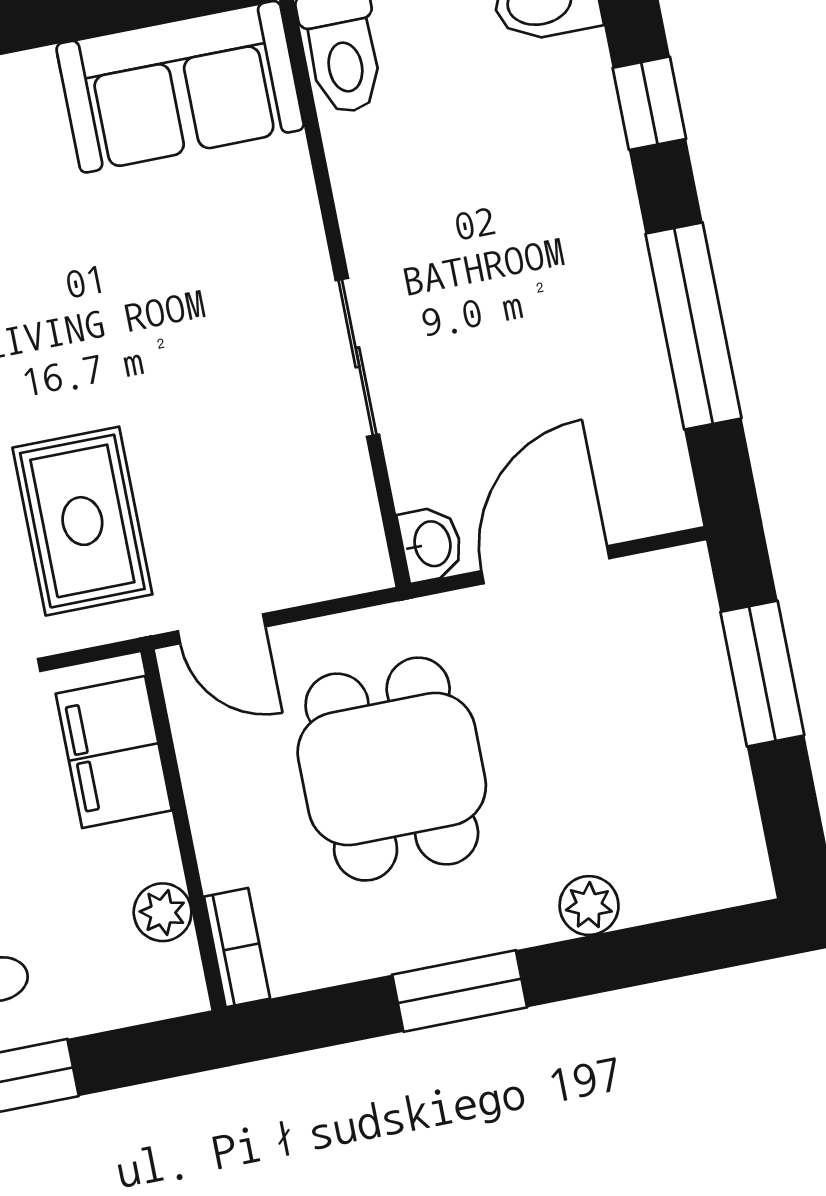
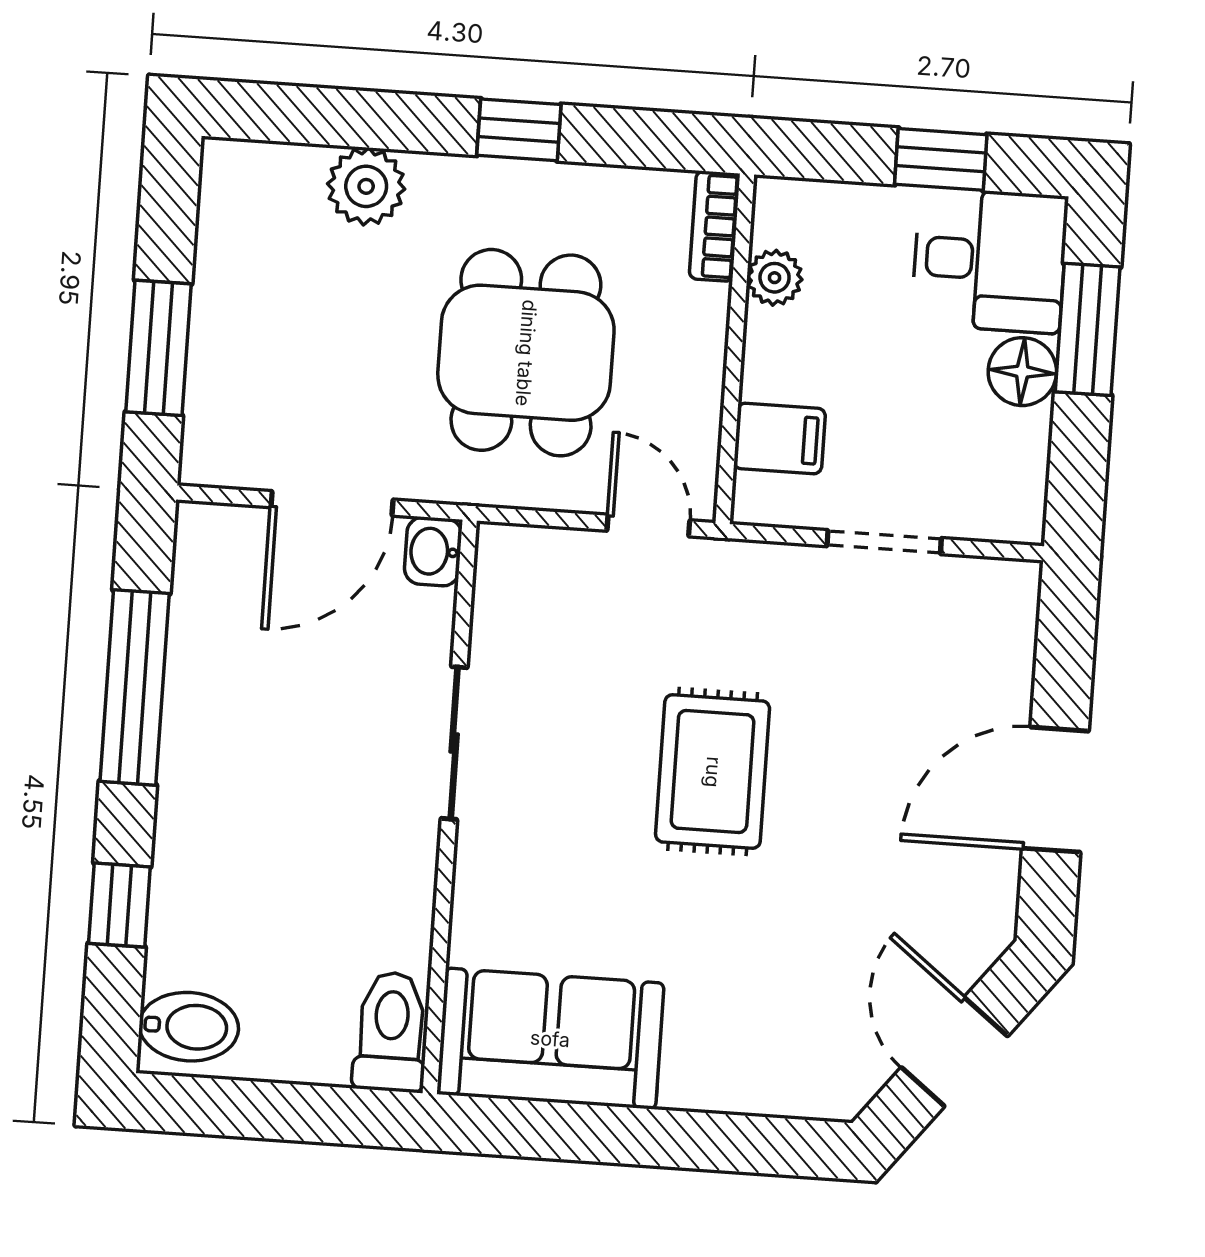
rug: (82, 521) -> (713, 772), moved
filing cabinet: (114, 752) -> (779, 438), width x0.50
plant: (589, 906) -> (366, 186), width x1.38, depth x1.38
window: (460, 991) -> (519, 130), width x0.67

